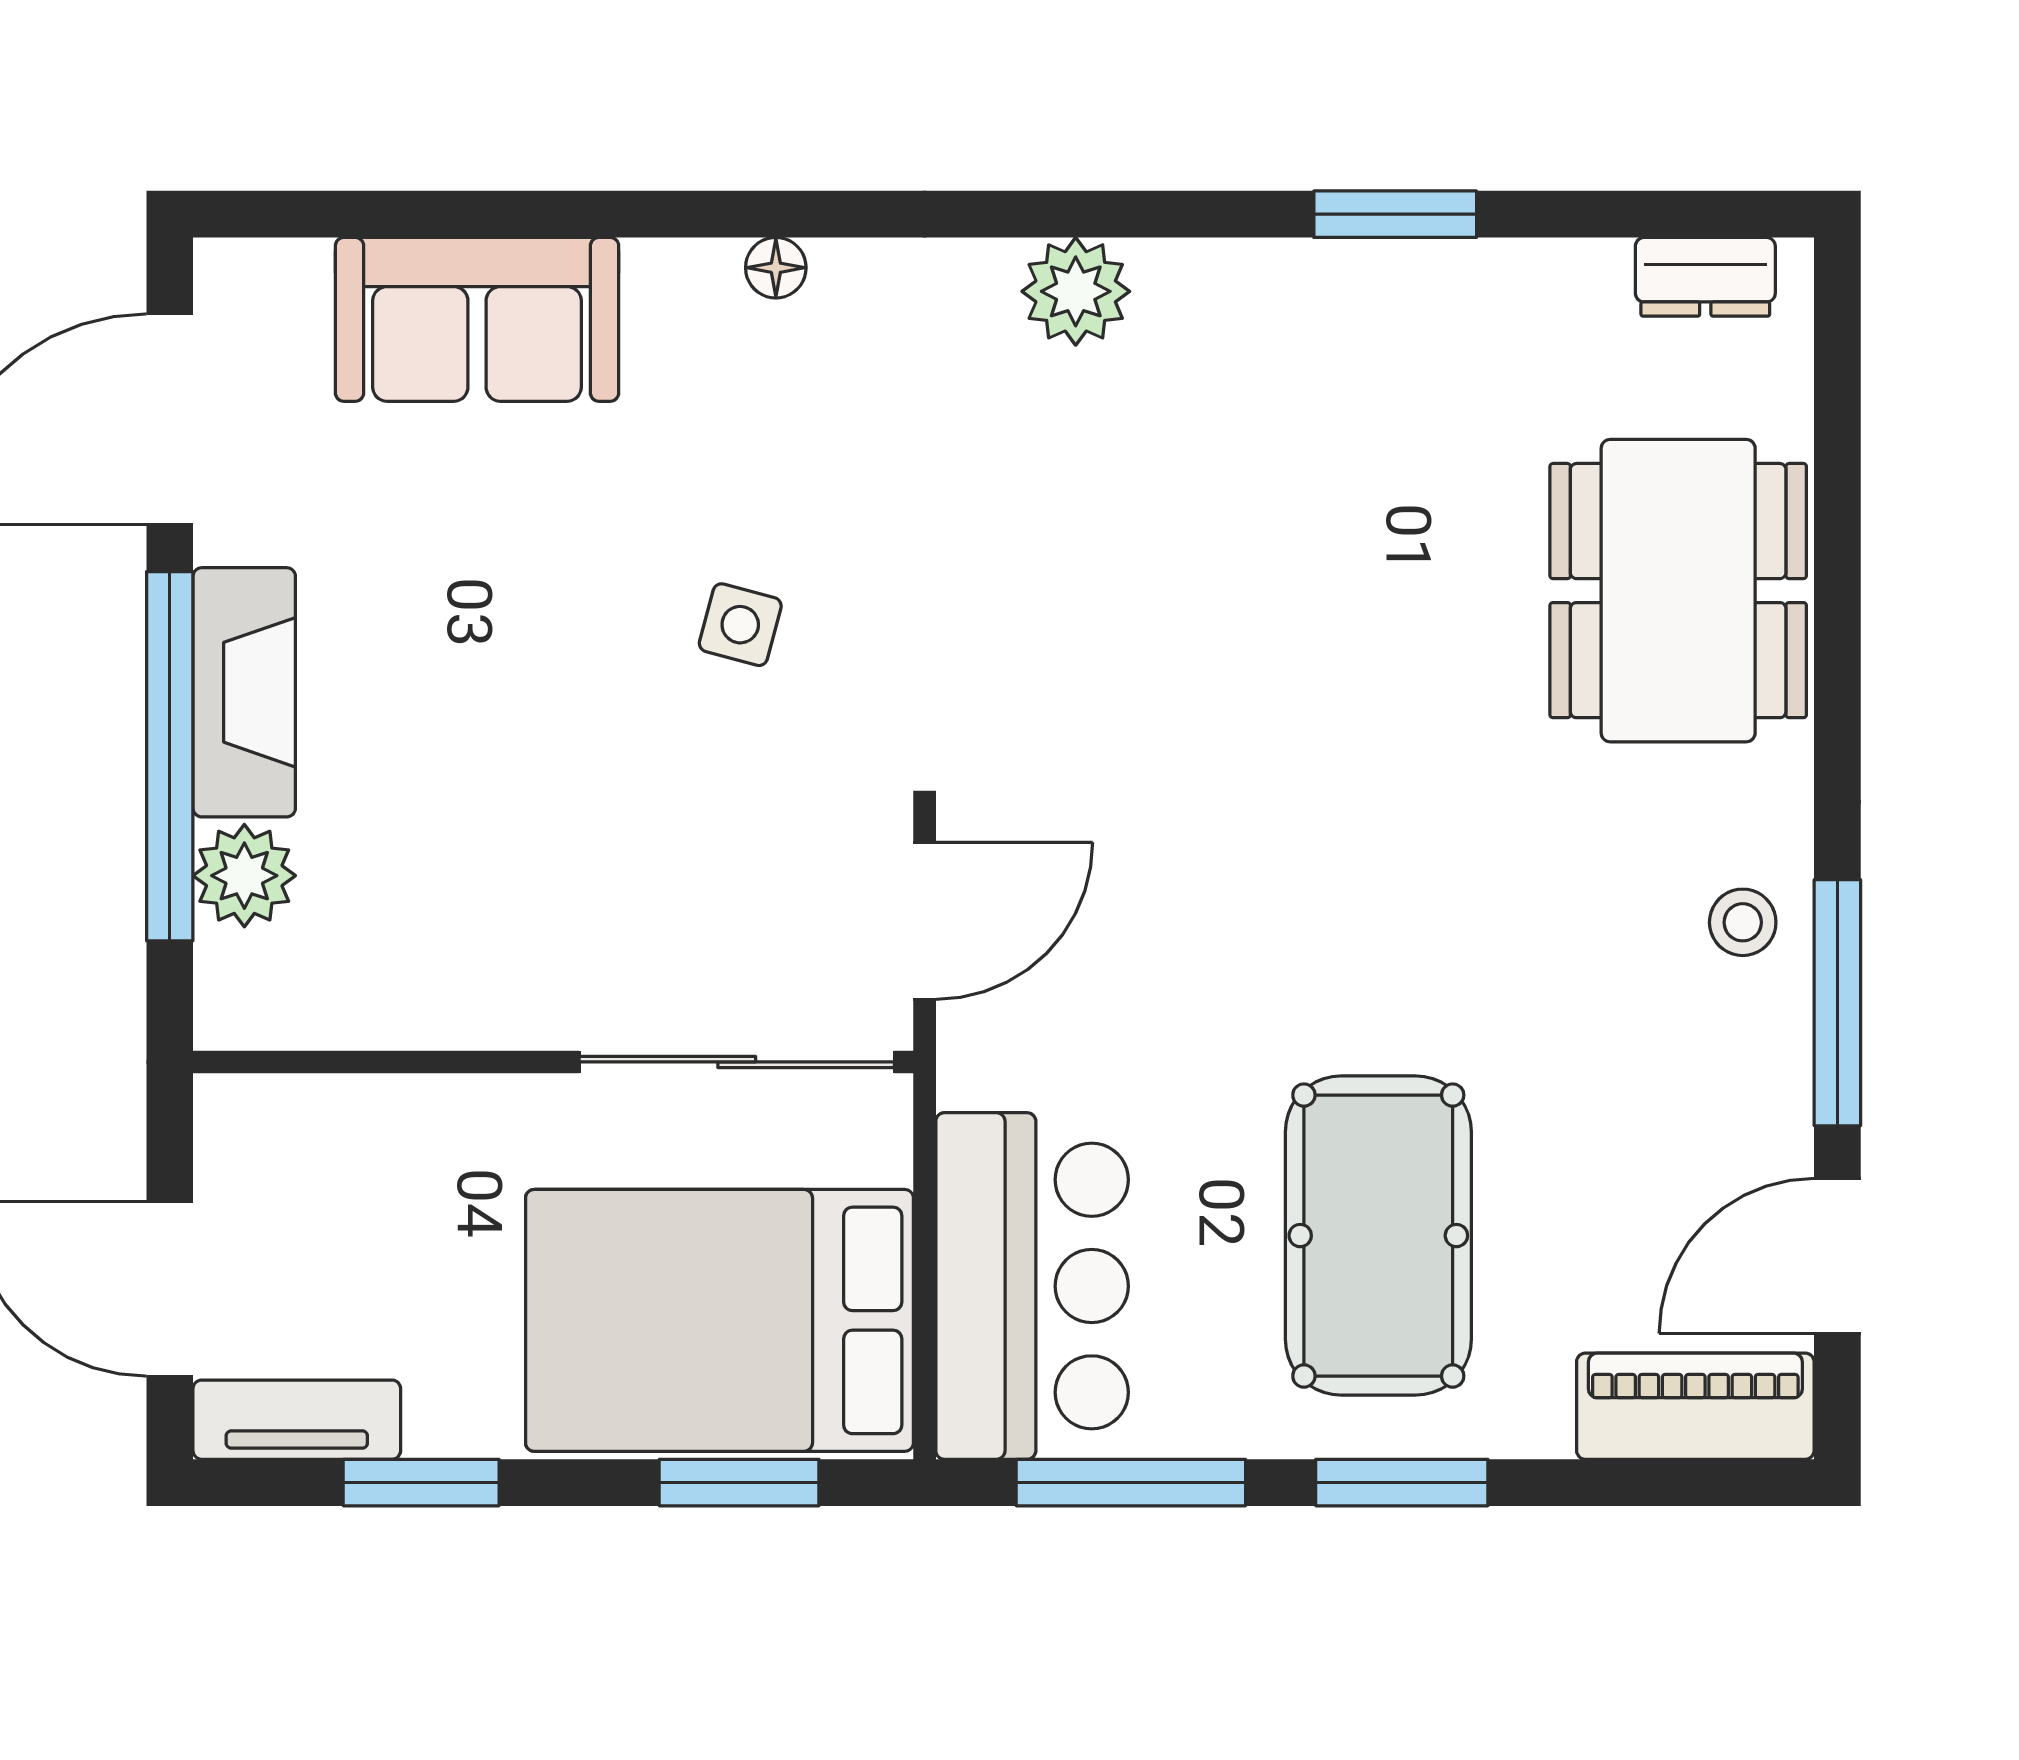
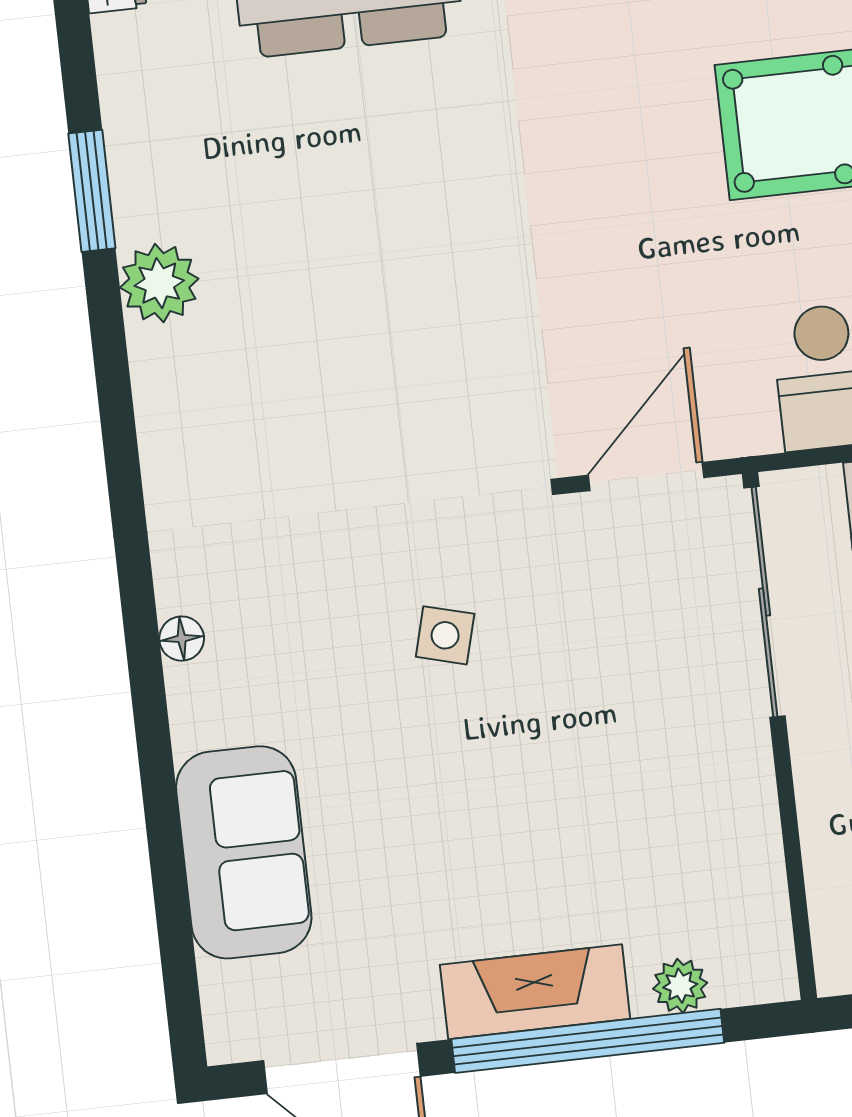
plant: (1076, 291) -> (159, 283), moved
plant: (244, 876) -> (680, 986), width x0.73, depth x0.73
door: (925, 921) -> (646, 476), hinge flipped

